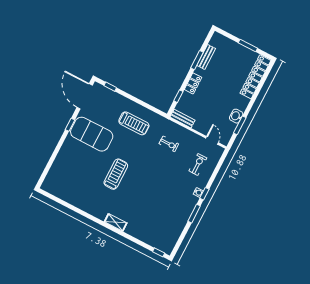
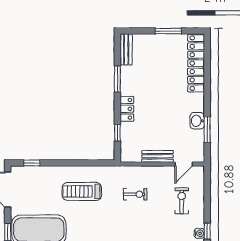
bench: (206, 57) -> (126, 49), moved
bench: (182, 119) -> (158, 156), moved
treadmill: (134, 123) -> (82, 191), turned 180
door: (212, 140) -> (184, 164), swing flipped

